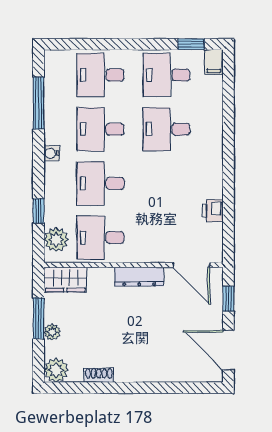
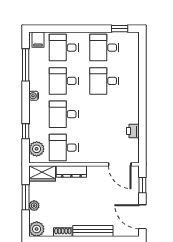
filing cabinet: (214, 62) -> (38, 40), moved
dresser: (139, 277) -> (71, 172), moved
bench: (148, 373) -> (93, 231), added

